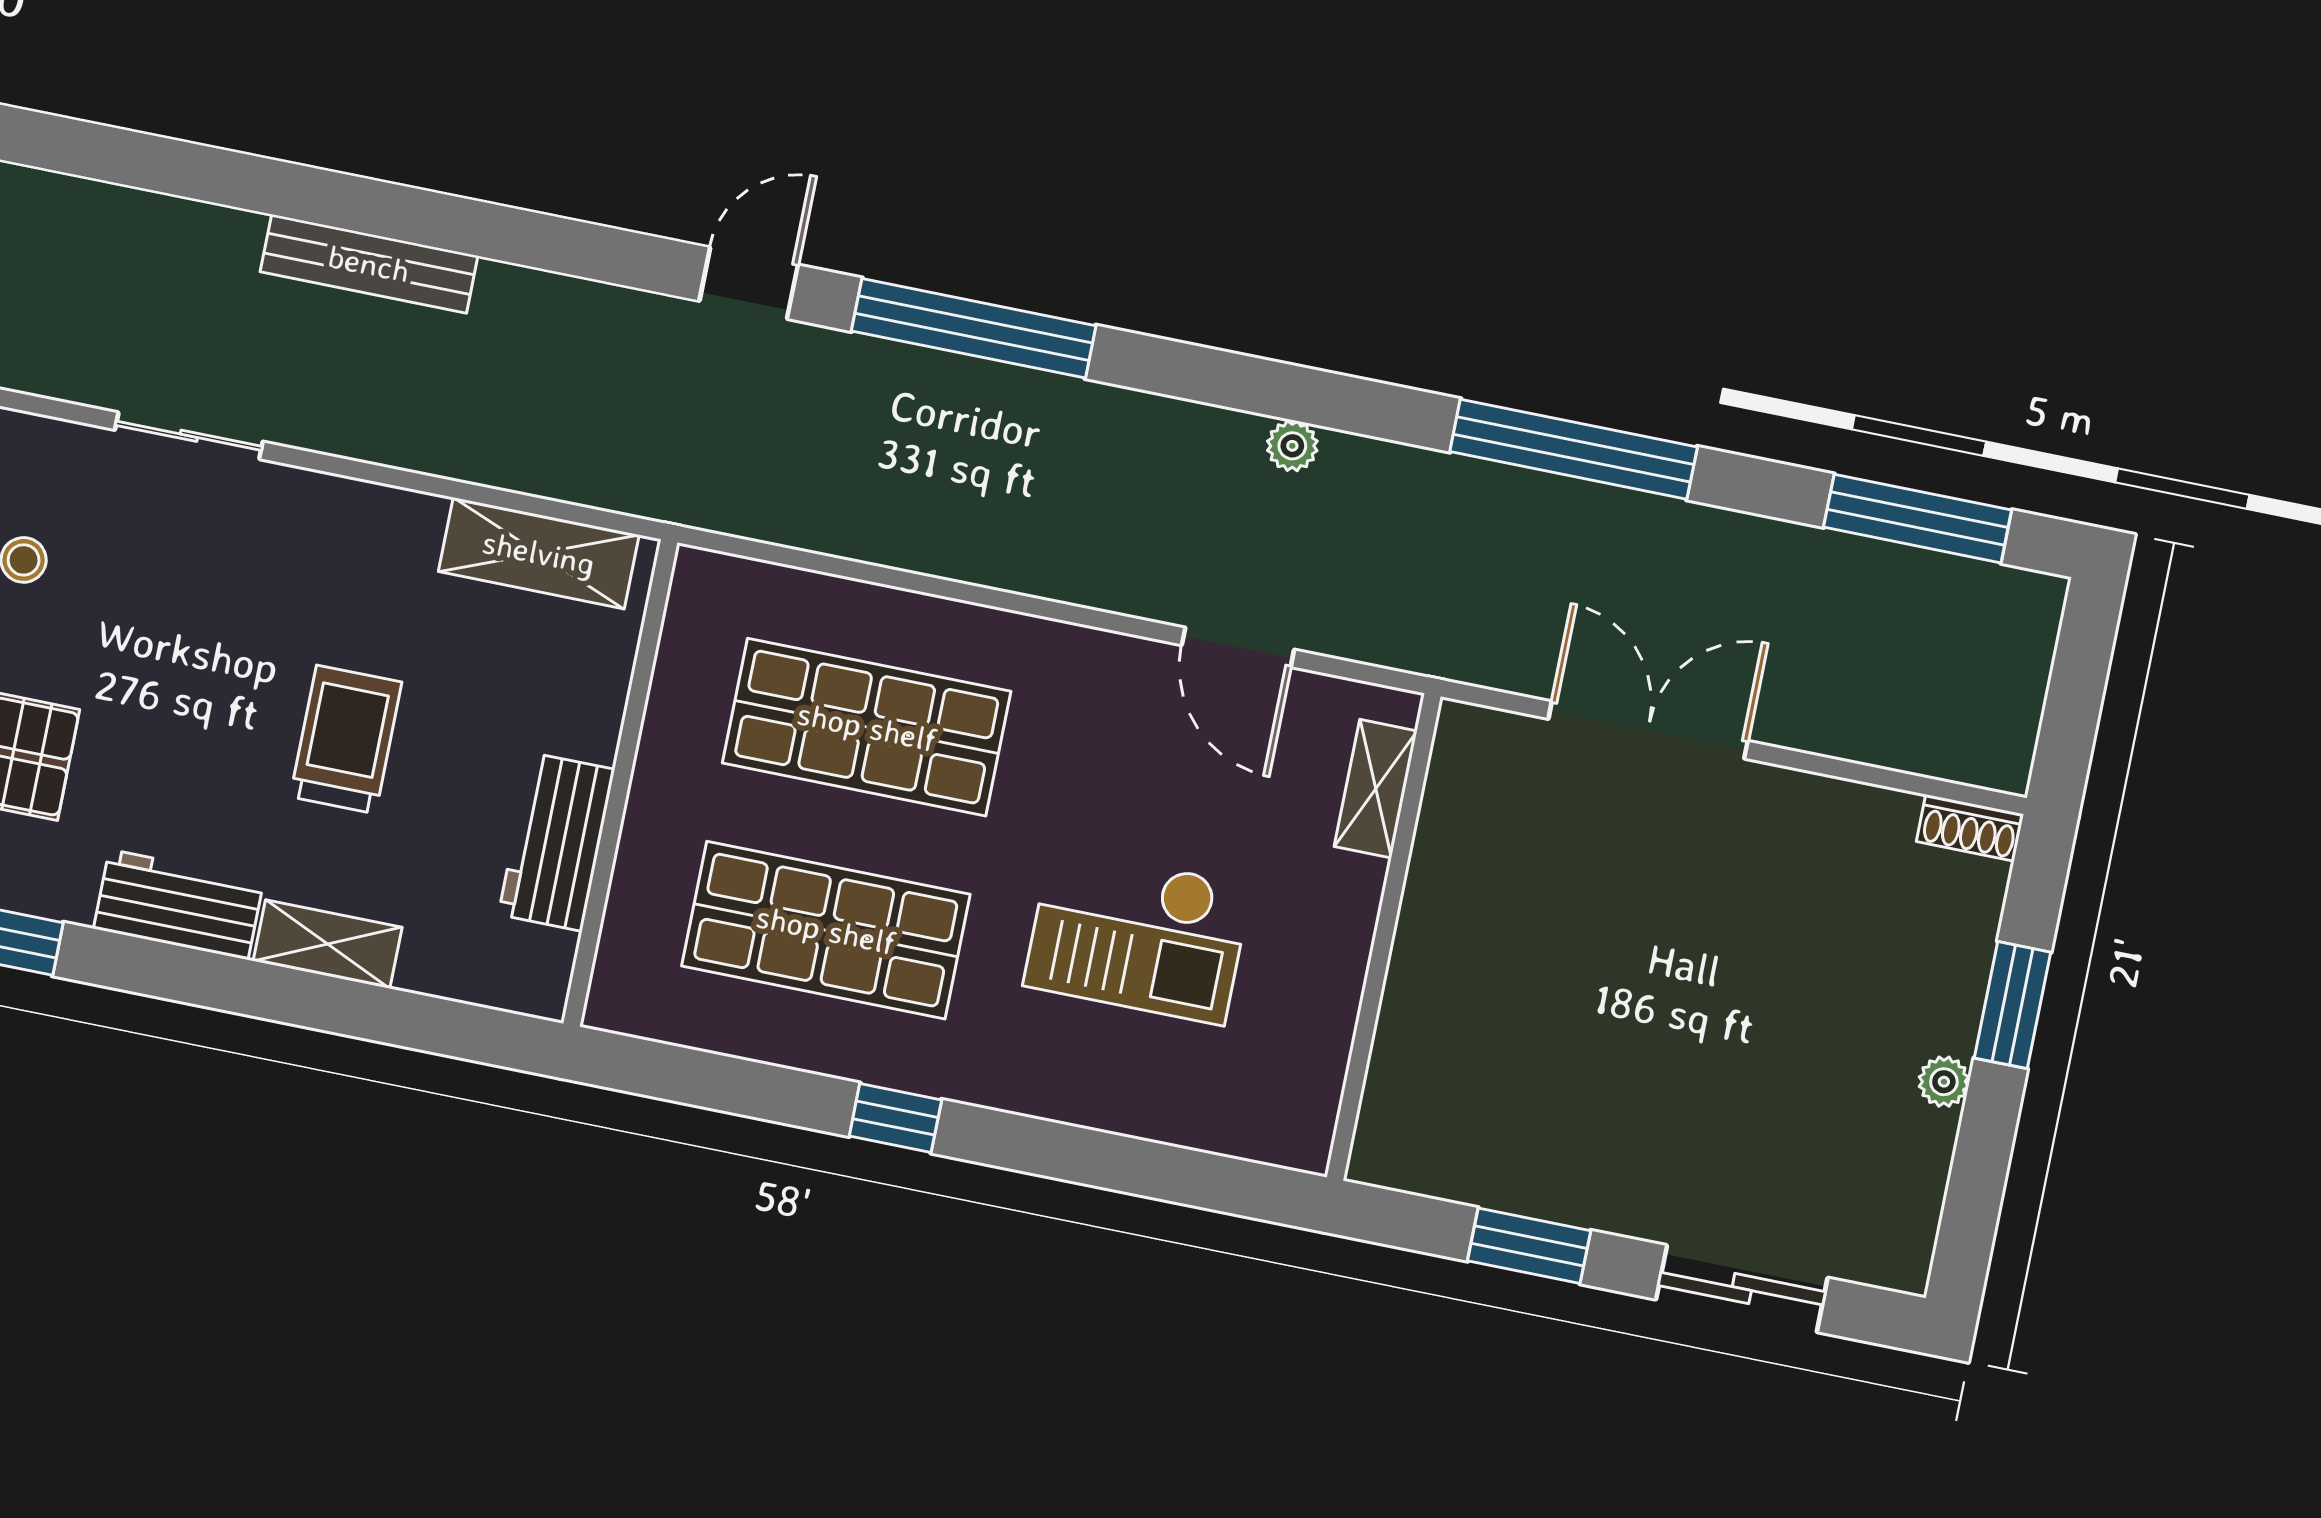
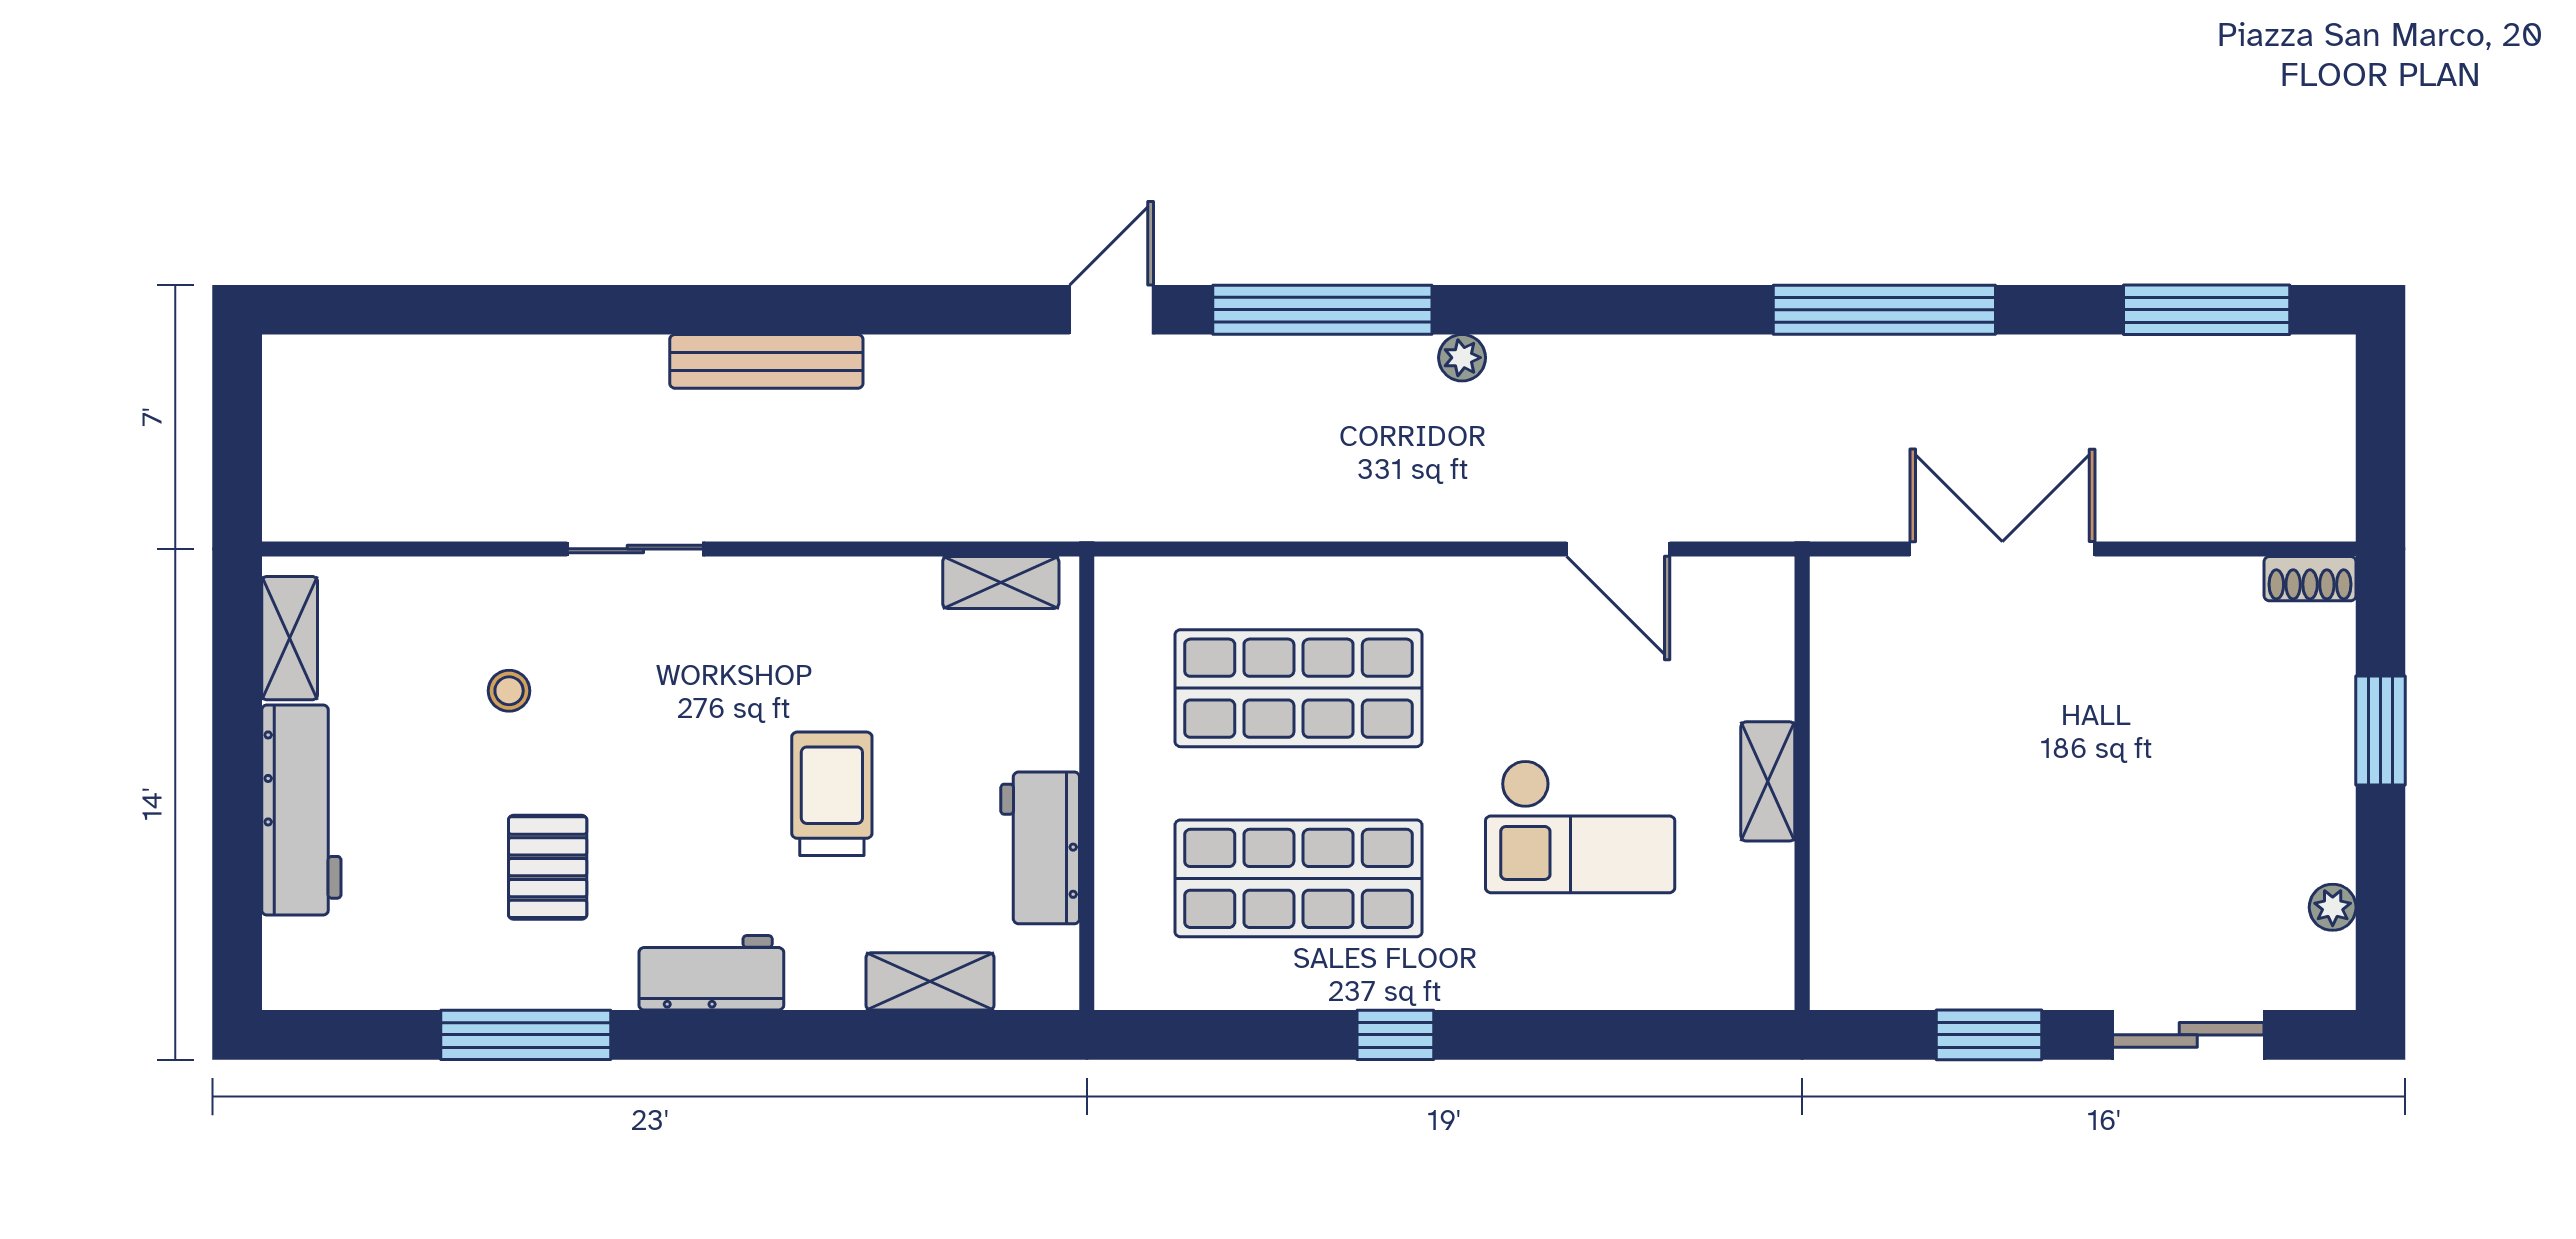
plant: (1292, 446) -> (1462, 358), moved
shelving: (539, 553) -> (1001, 582), width x0.67, depth x0.75
shelving: (1376, 789) -> (1768, 781), moved
shelving: (328, 944) -> (930, 981), moved
plant: (1944, 1082) -> (2333, 907), moved

